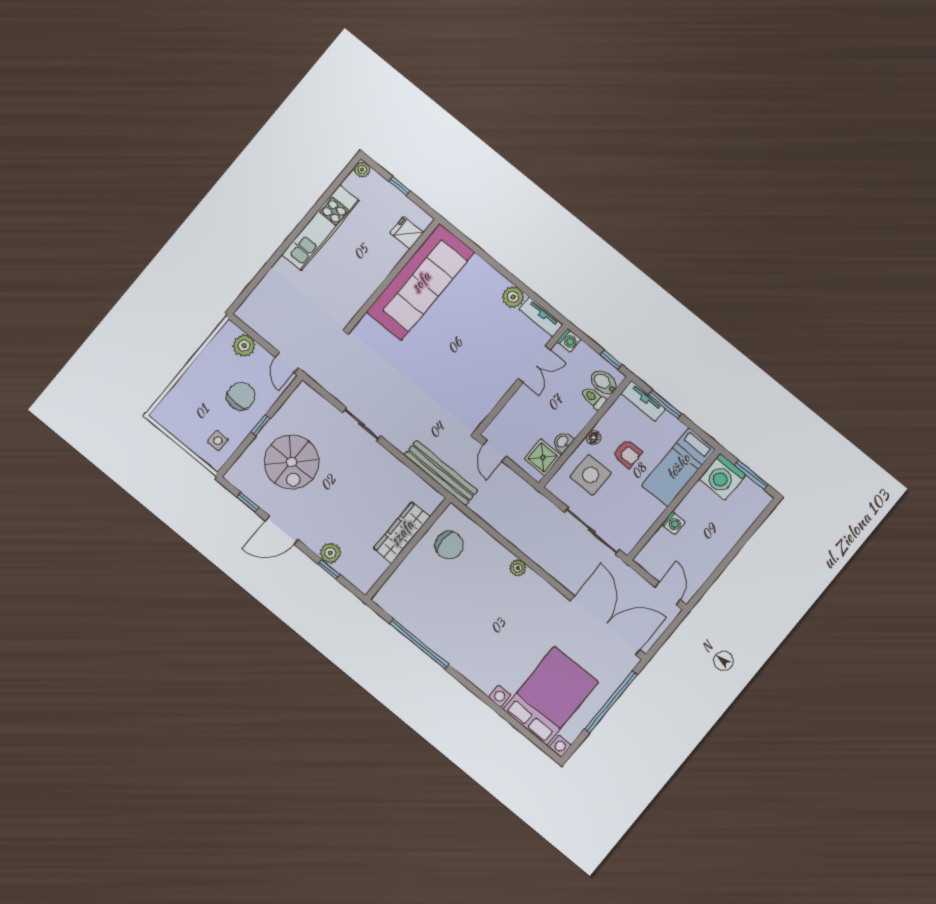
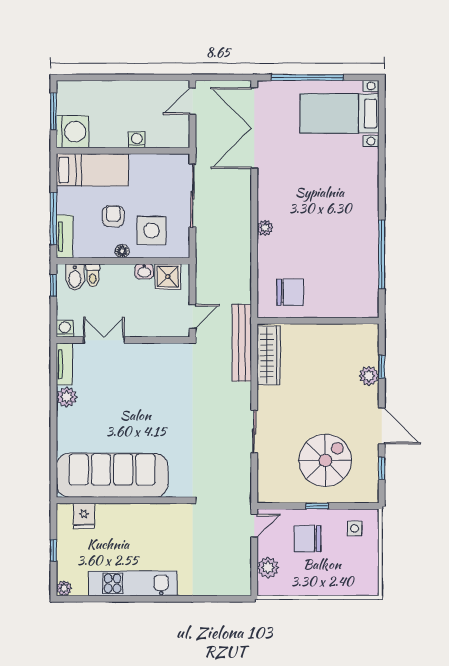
window: (665, 404) -> (53, 218), width x1.44
wardrobe: (402, 533) -> (269, 355), moved, turned -90
chair: (449, 545) -> (290, 292), turned 90
bed with nightstands: (551, 696) -> (339, 114), width x0.73

